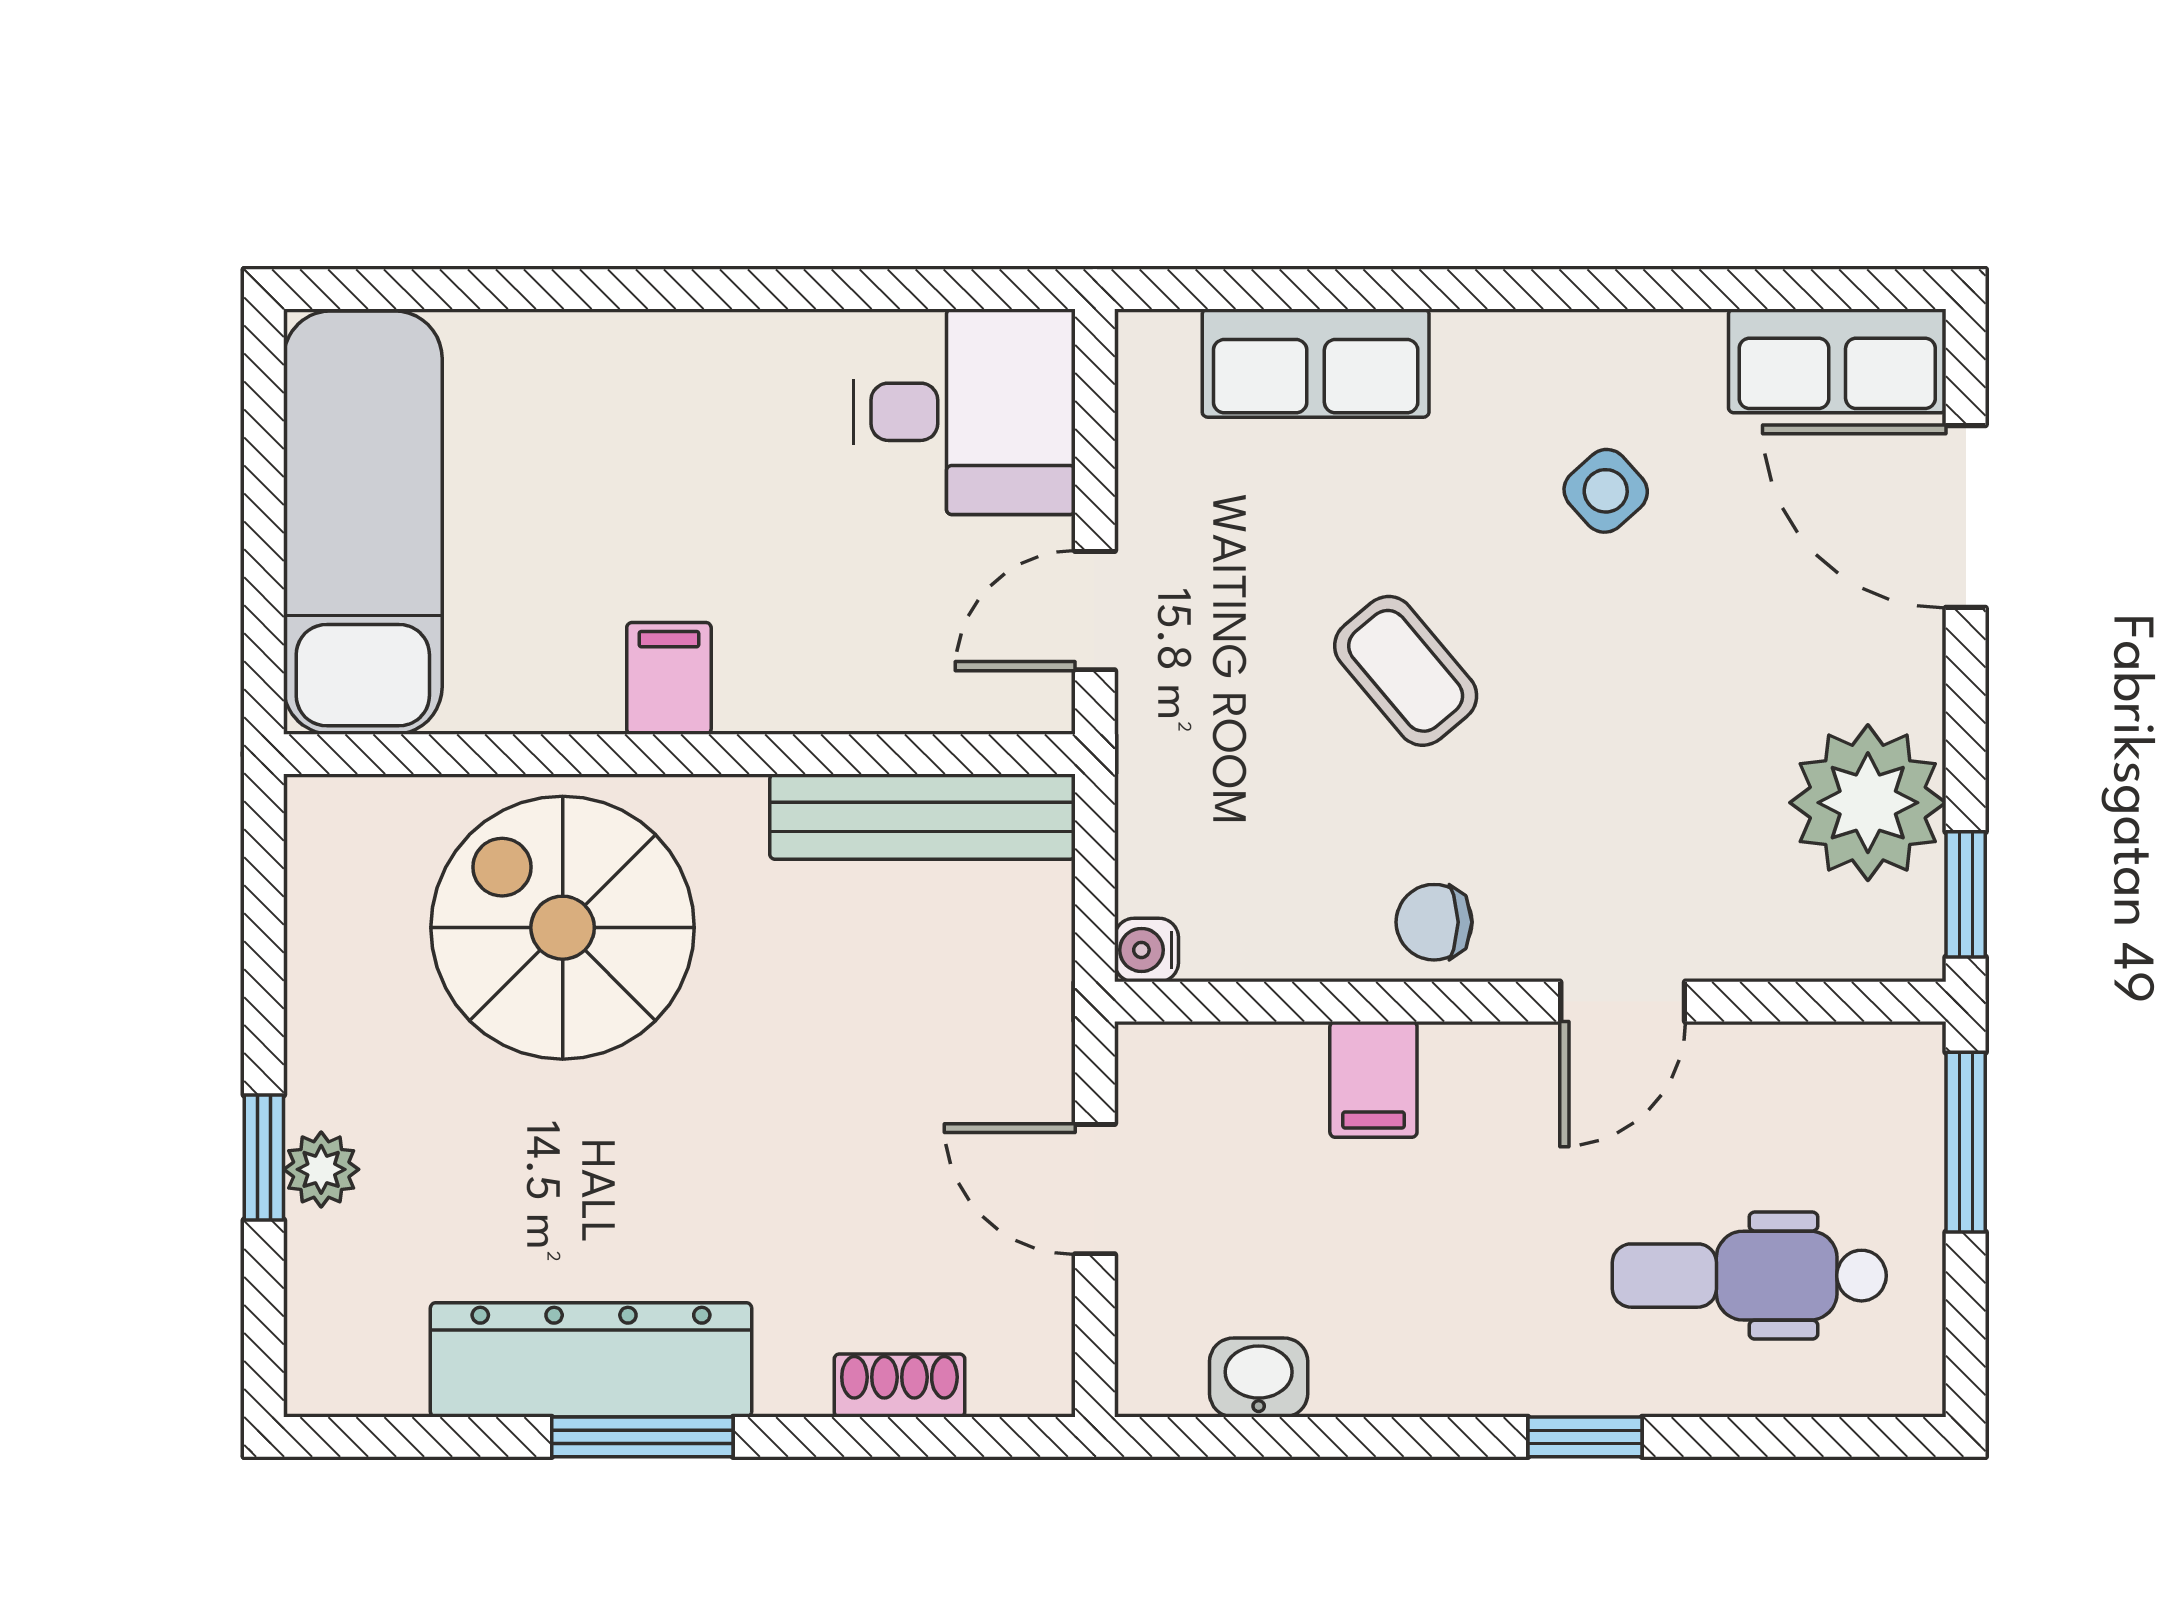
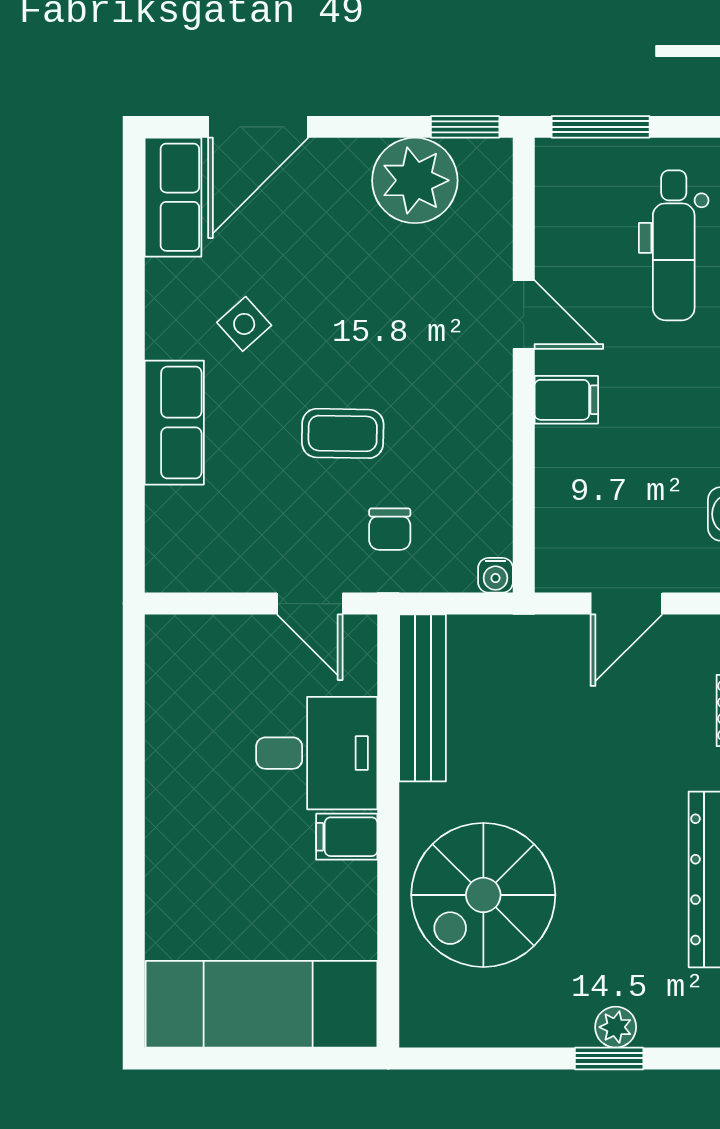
row of seats: (1316, 363) -> (174, 423), moved
desk: (964, 412) -> (317, 753), moved, turned 90
coffee table: (1406, 671) -> (343, 433), turned 41
chair: (1434, 922) -> (390, 529), moved
filing cabinet: (1373, 1079) -> (566, 400), moved

